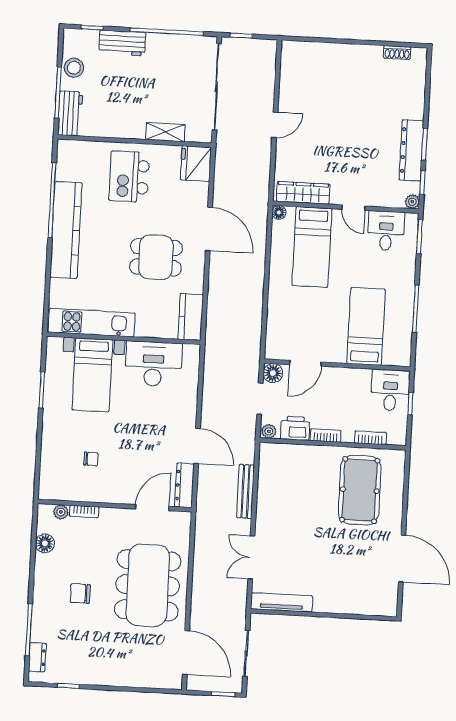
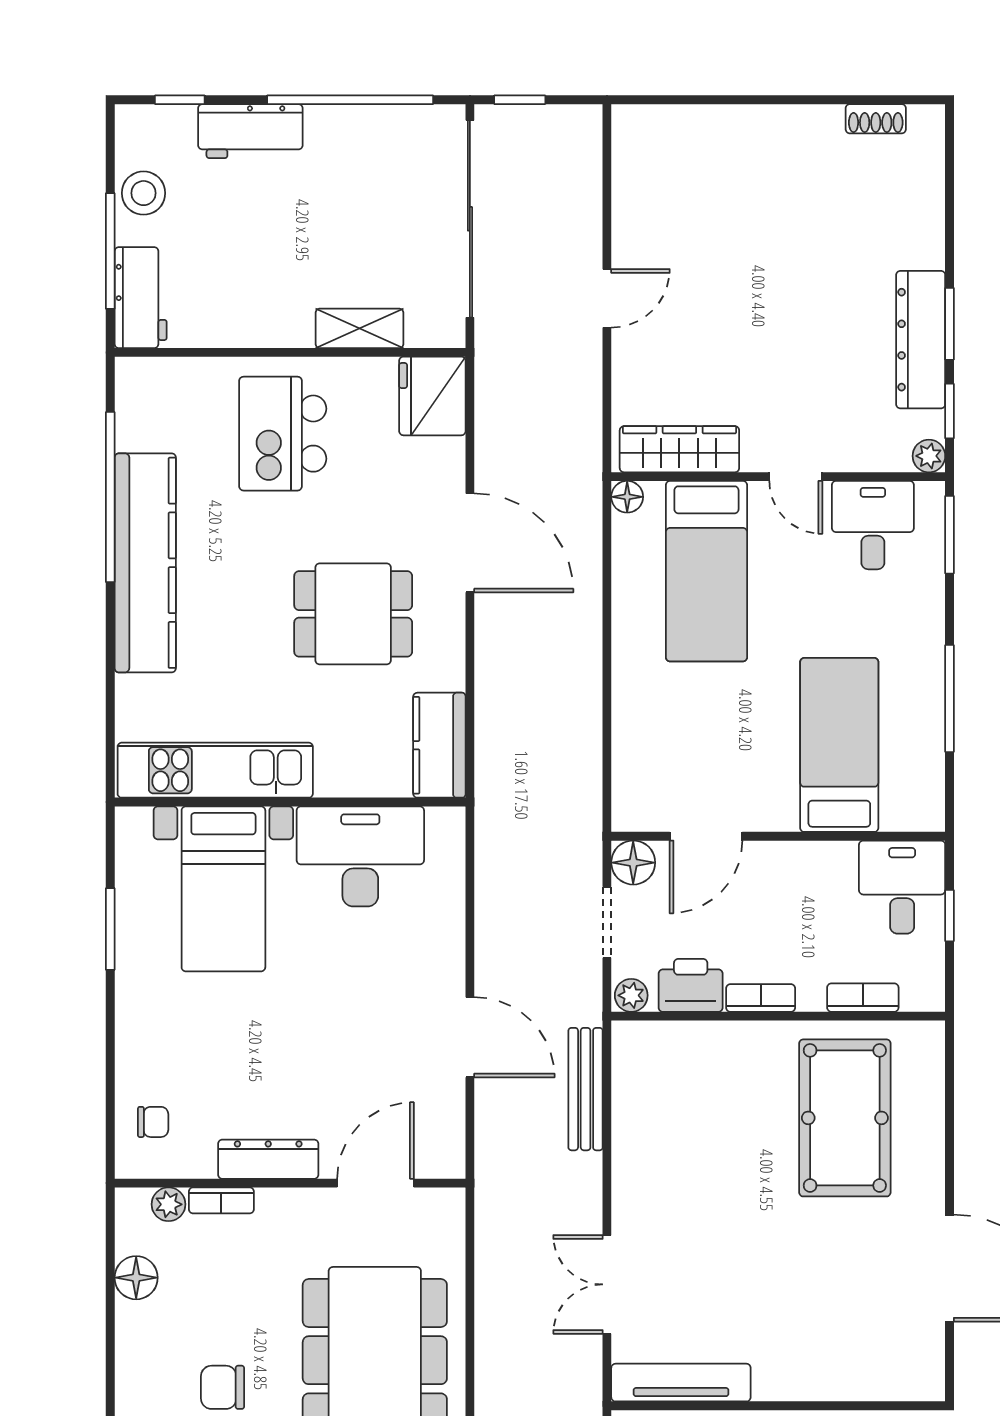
chair: (91, 459) -> (153, 1122), moved
dresser: (184, 485) -> (268, 1159), moved, turned 90
bench: (246, 491) -> (586, 1089), moved

